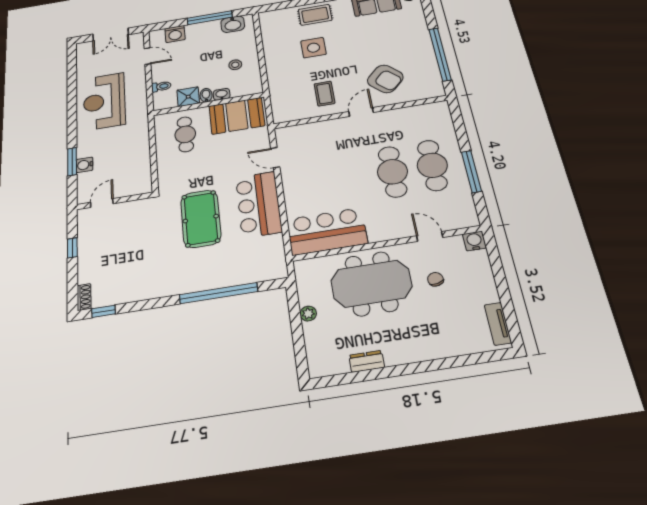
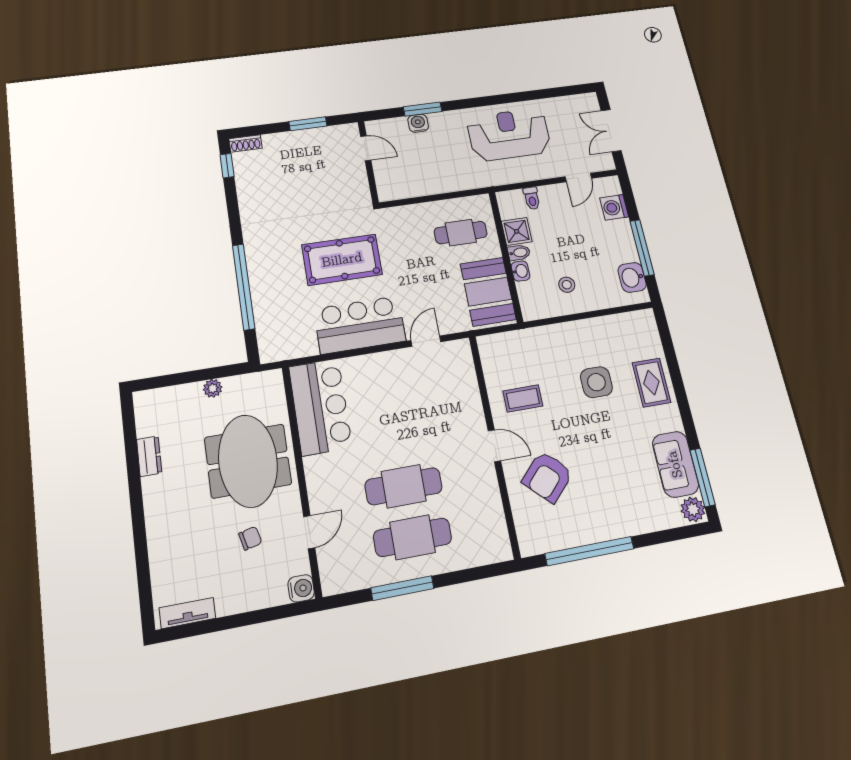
window: (72, 248) -> (308, 124), width x1.50

